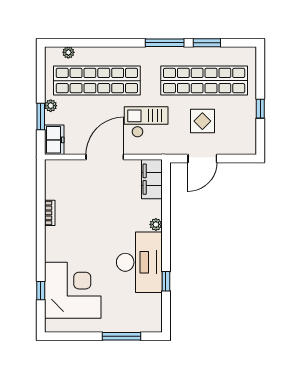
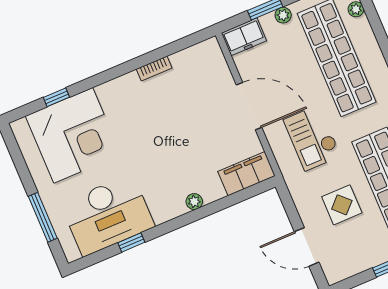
checkout: (146, 122) -> (312, 138), turned 180
door: (202, 159) -> (307, 247), moved
desk: (139, 262) -> (108, 215), moved

